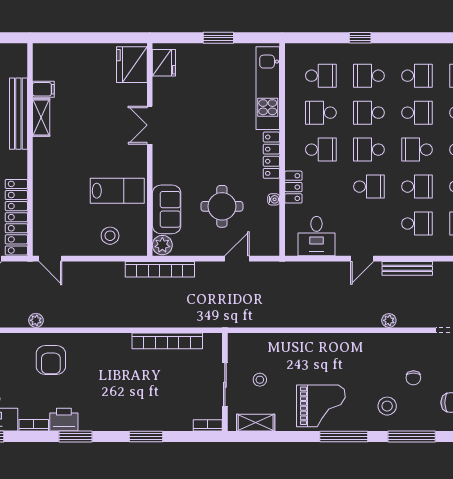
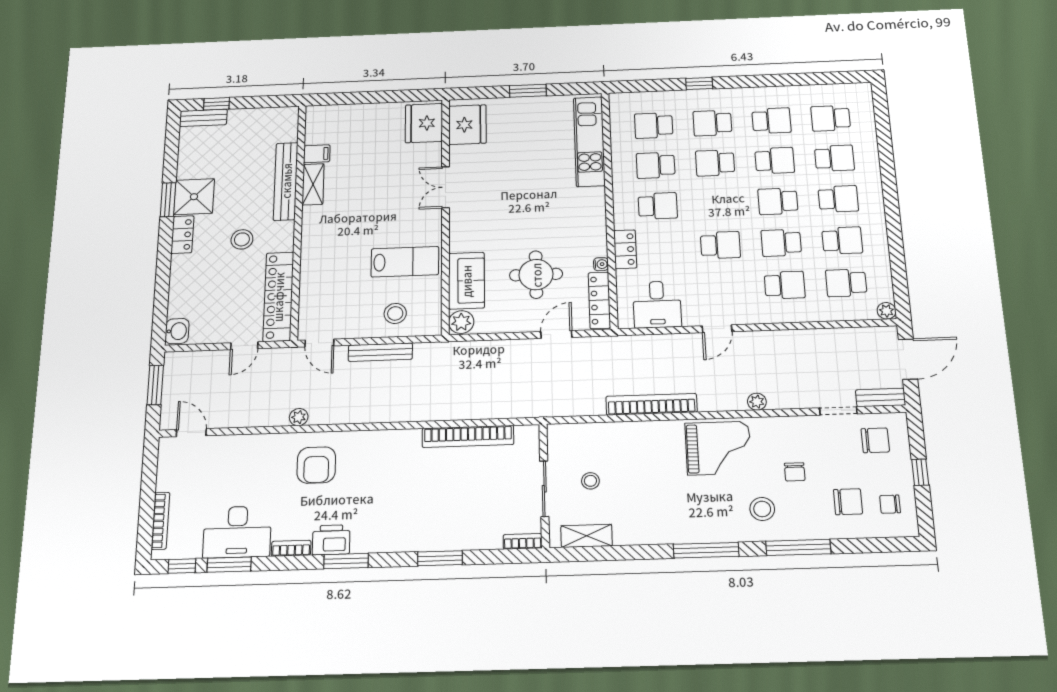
fridge: (164, 63) -> (467, 125), width x1.36, depth x1.34
school desk: (321, 76) -> (654, 125), turned 180
school desk: (369, 150) -> (718, 204), removed
locker: (271, 155) -> (599, 300), moved
school desk: (417, 187) -> (781, 243), turned 180
bench: (407, 268) -> (380, 352), moved
bookcase: (160, 269) -> (651, 404), moved, turned 180
grand piano: (321, 406) -> (718, 448), moved

